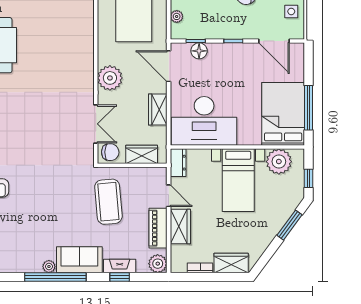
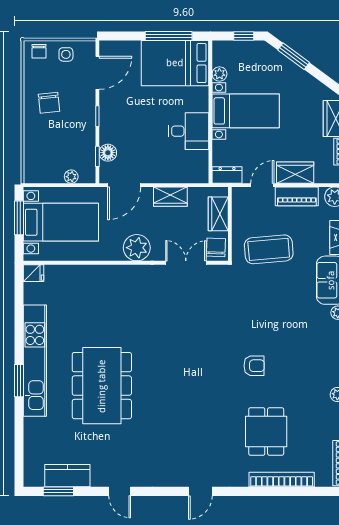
desk: (204, 121) -> (189, 131), width x0.53, depth x0.77
plant: (279, 162) -> (219, 74), width x0.53, depth x0.53

